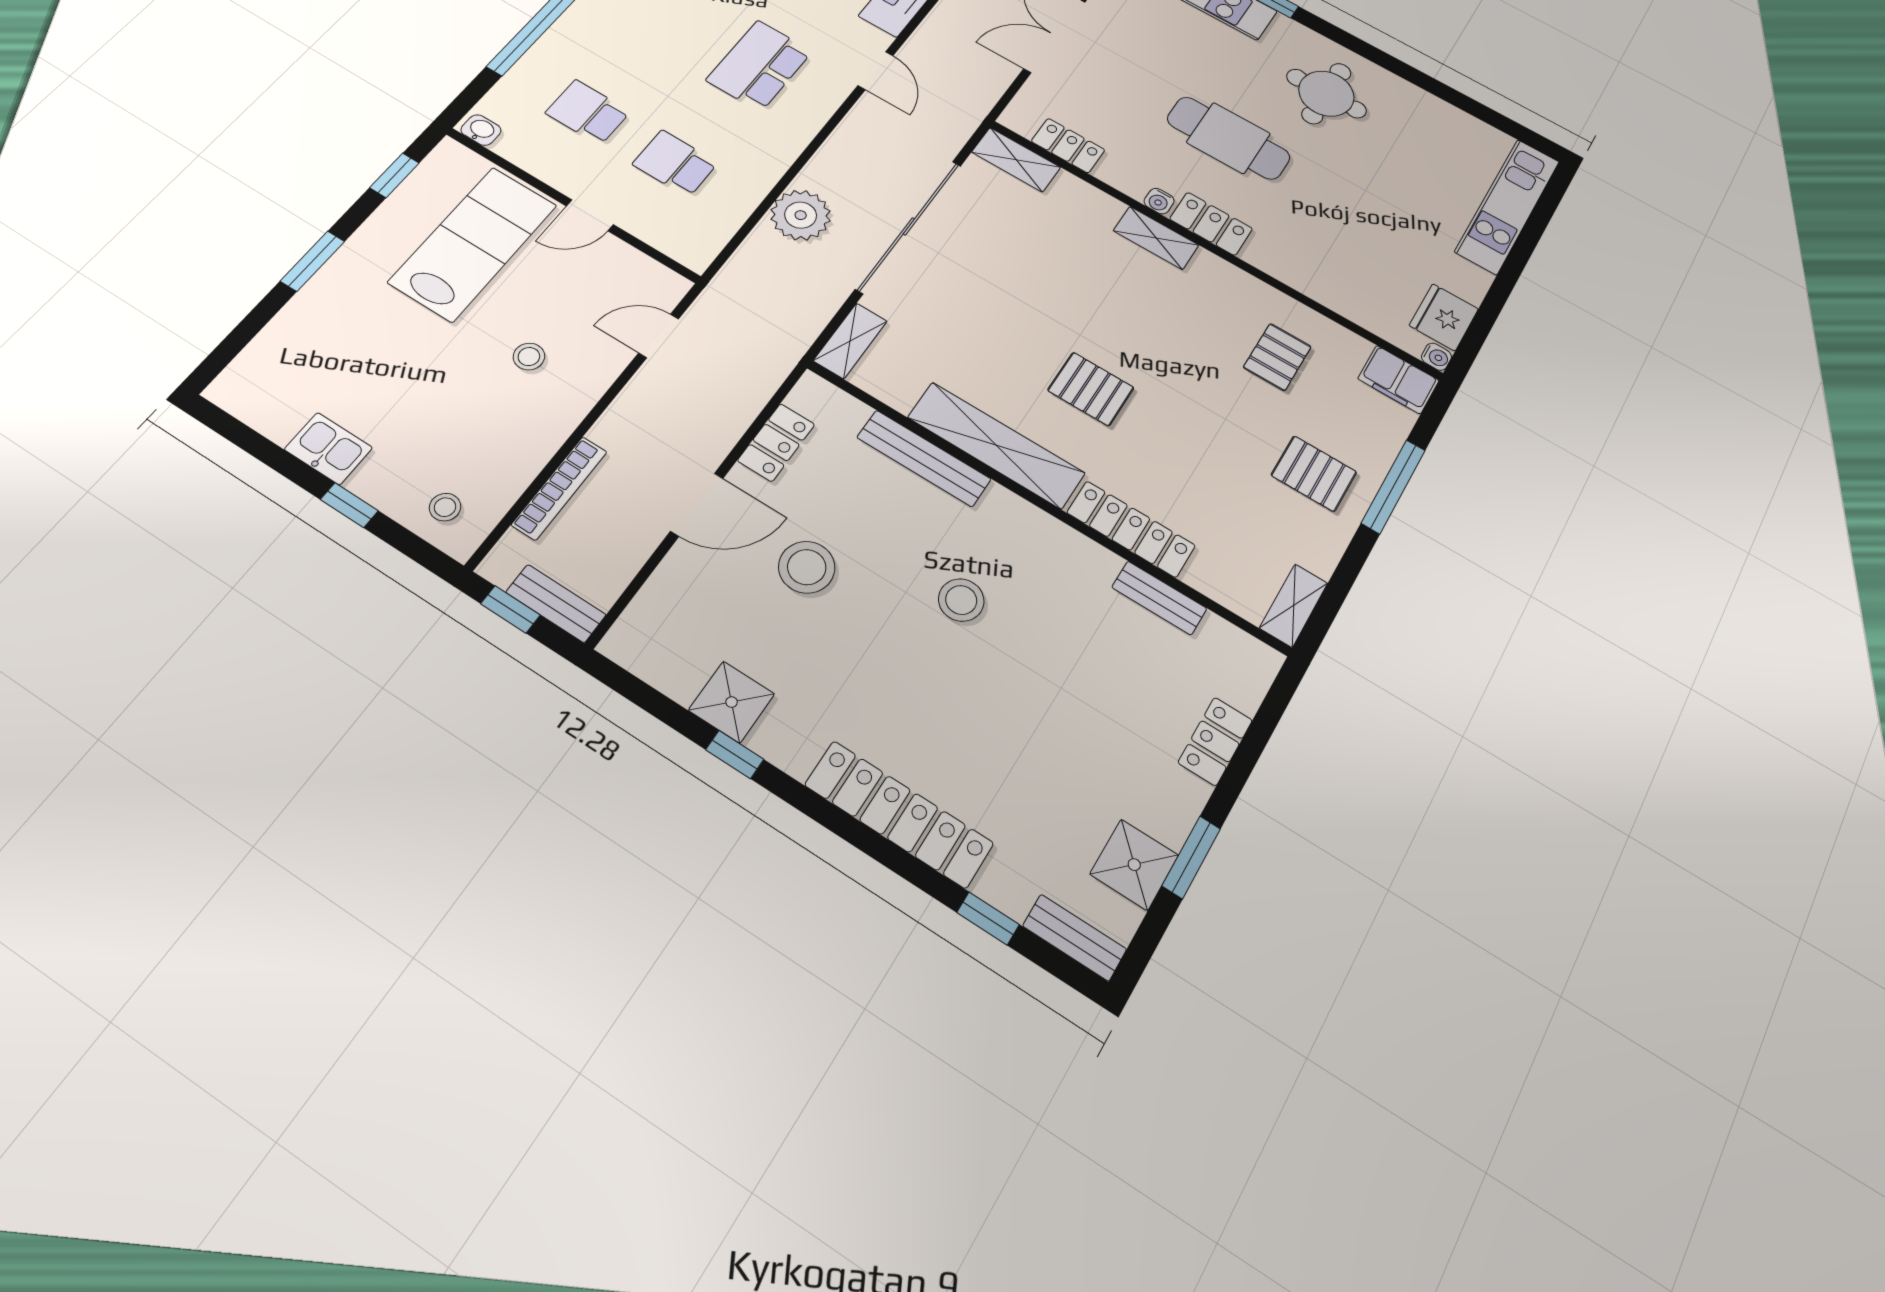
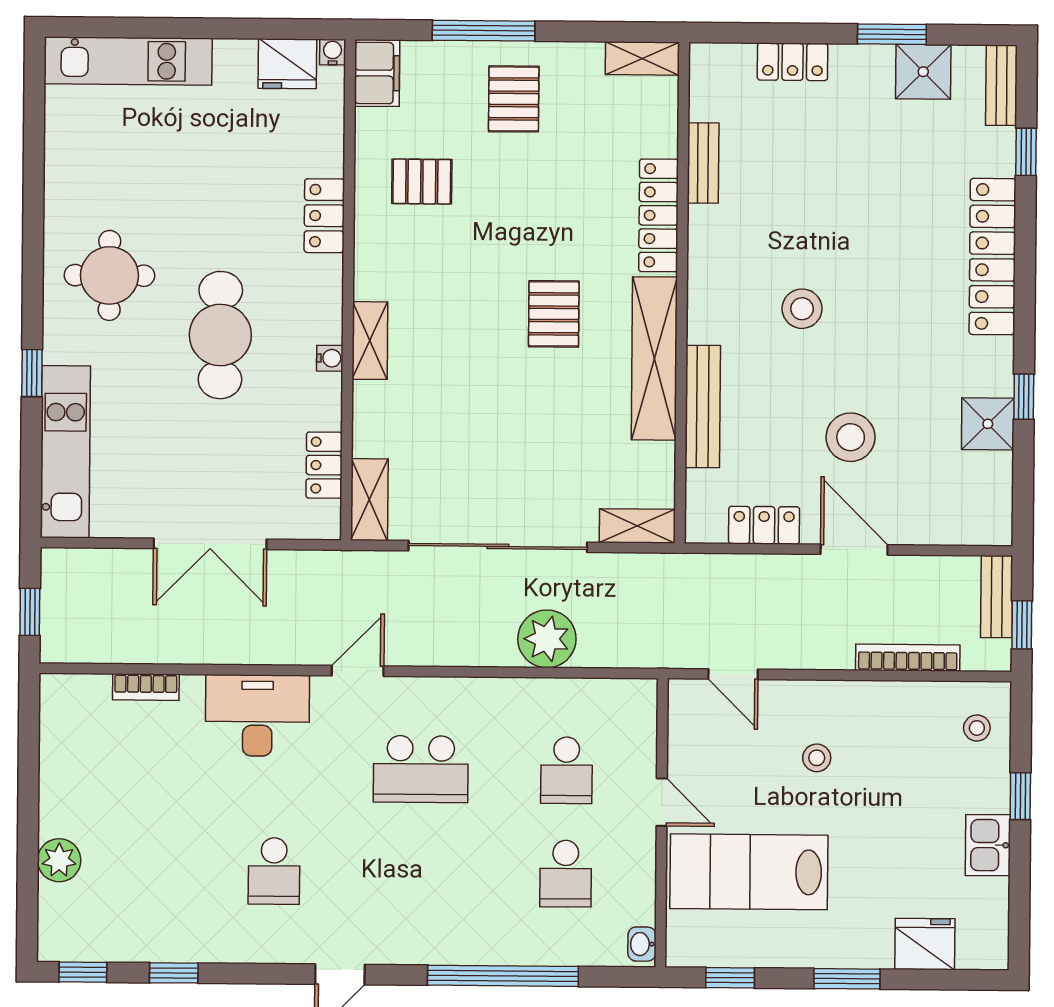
locker: (1211, 224) -> (324, 216), moved
fridge: (286, 341) -> (925, 944), added

